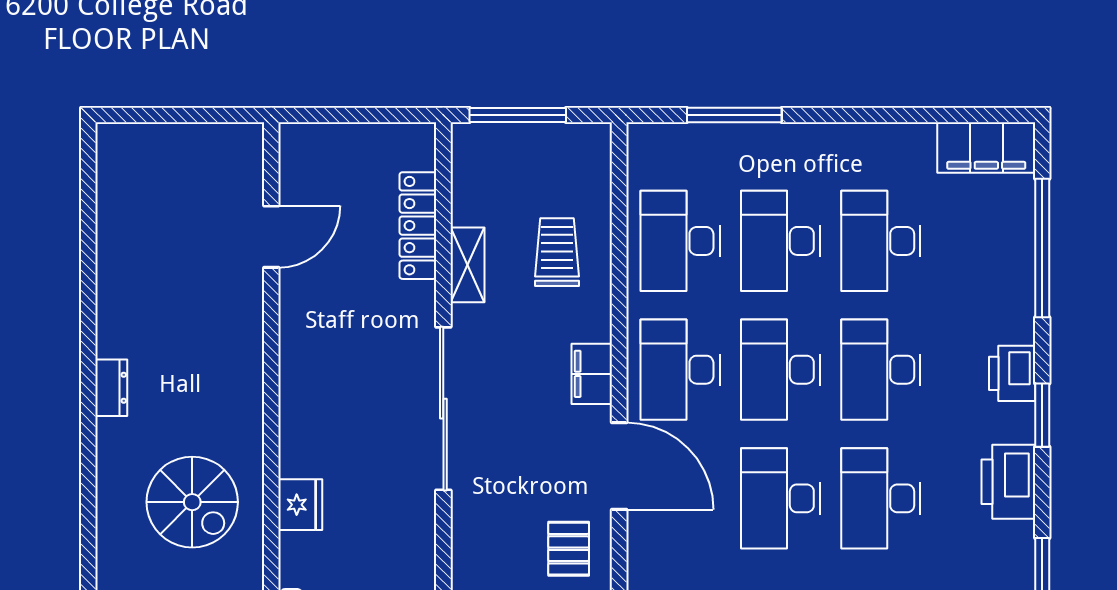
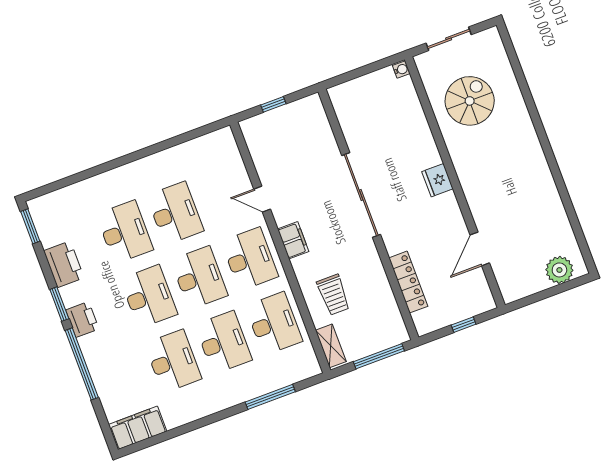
window: (349, 115) -> (464, 325), added
plant: (146, 148) -> (559, 270), added
window: (1042, 248) -> (82, 364), moved
shelving: (467, 265) -> (331, 346), moved
dresser: (111, 388) -> (532, 143), removed
door: (619, 466) -> (262, 199), width x0.53
spiral stairs: (192, 502) -> (470, 101), turned 90
fridge: (300, 505) -> (437, 180), moved
pallet: (569, 549) -> (272, 148), removed

